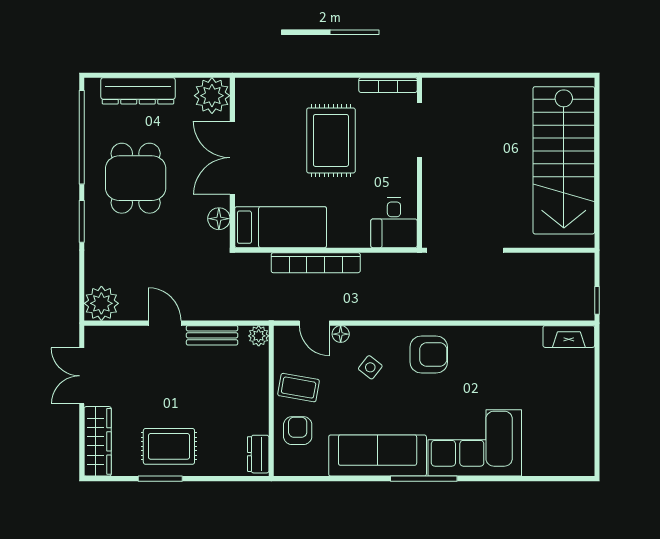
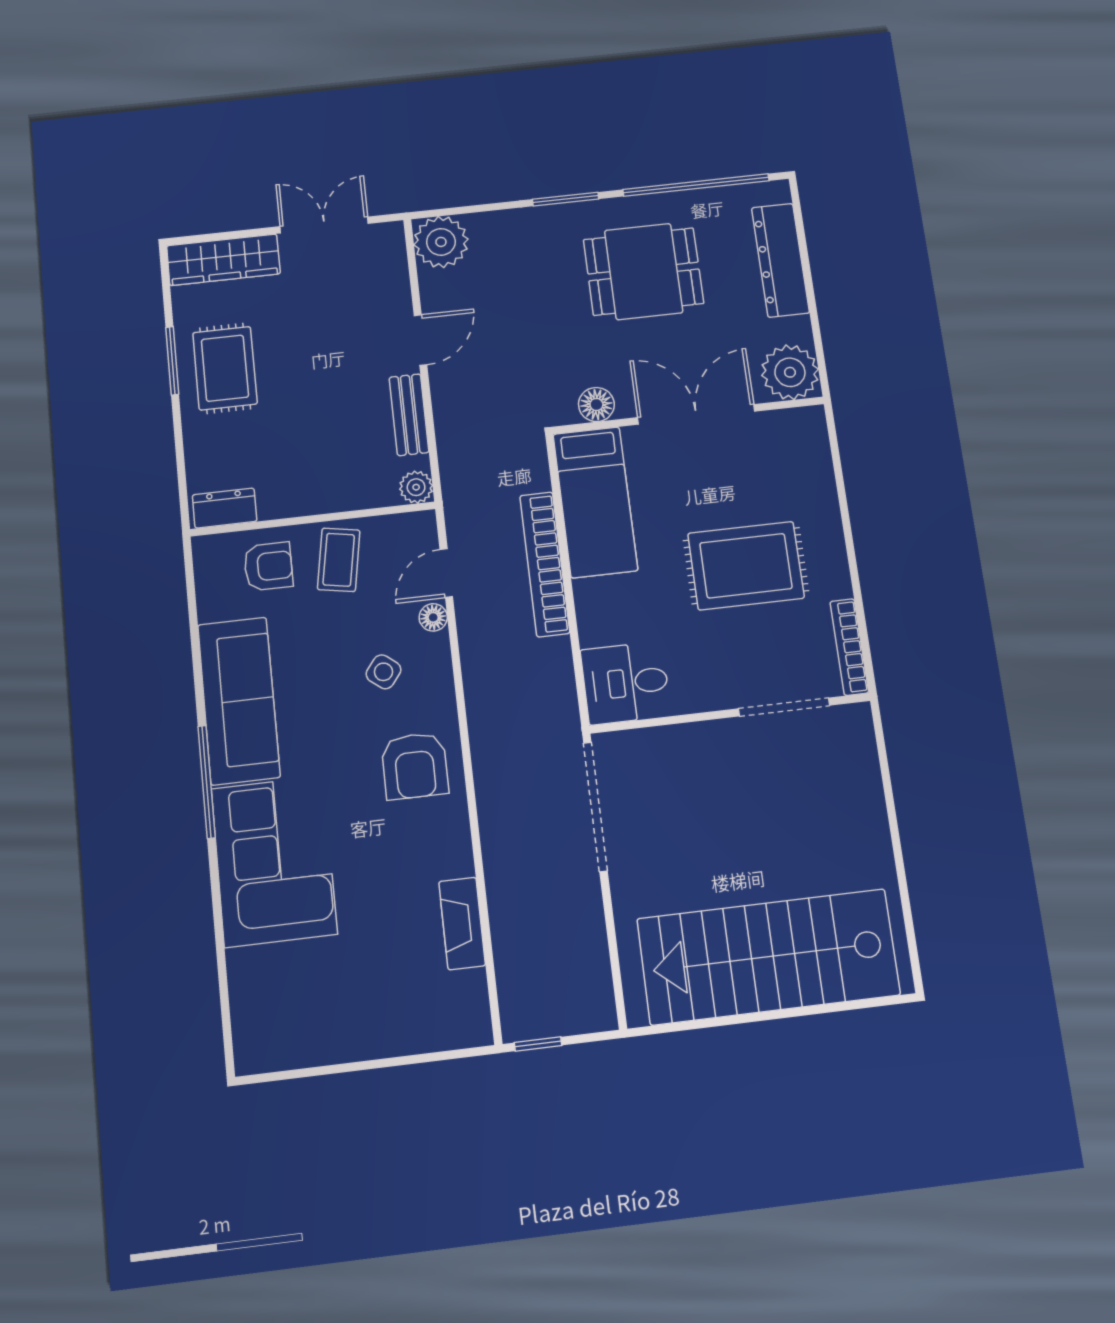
fireplace: (569, 337) -> (462, 923), moved

